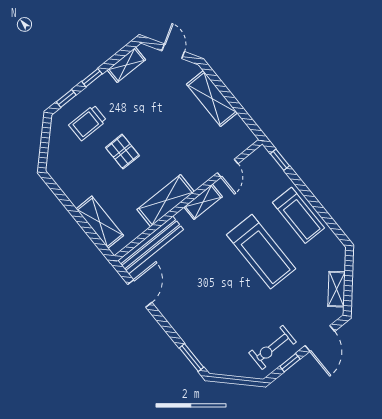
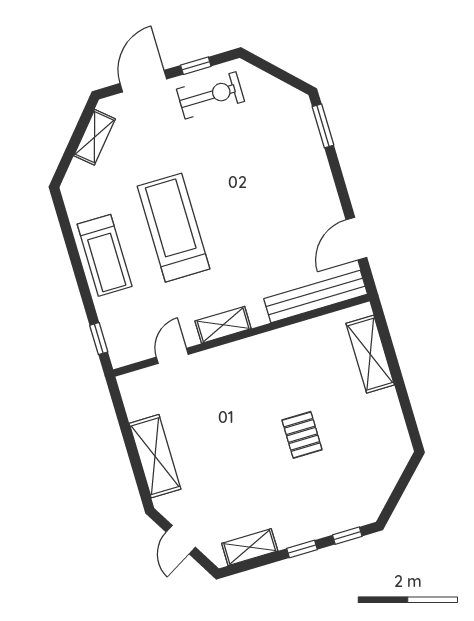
trolley: (88, 123) -> (332, 492), removed
shelving: (166, 201) -> (272, 347), removed
treadmill: (298, 215) -> (105, 255), turned 180

